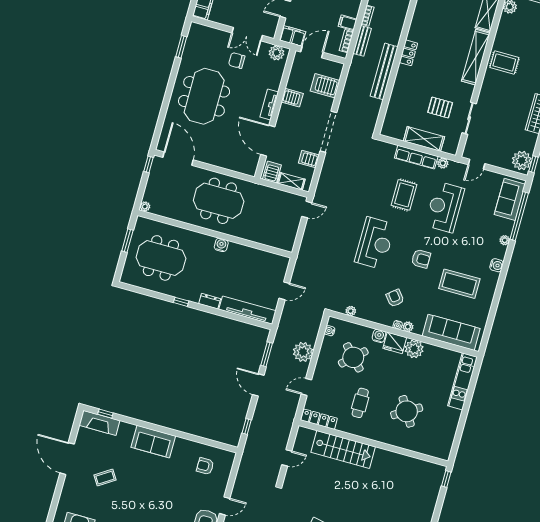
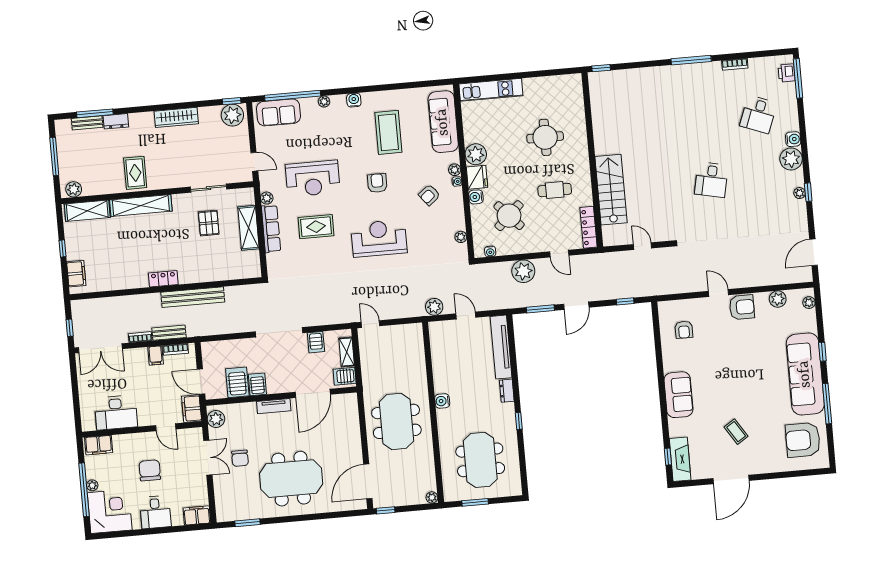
server rack: (325, 86) -> (237, 382), moved, turned 180
plant: (301, 267) -> (434, 307), added
round table: (407, 411) -> (545, 137), turned 31

